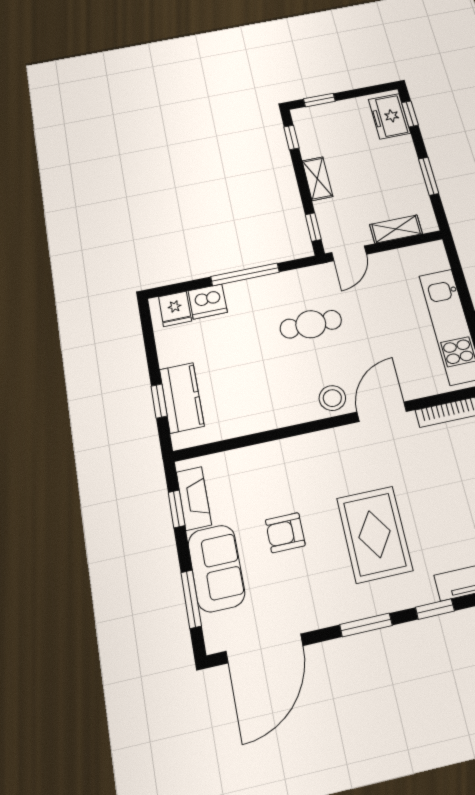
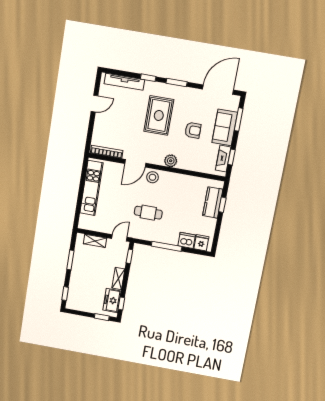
freezer: (389, 116) -> (112, 301), moved, turned 180
plant: (307, 447) -> (171, 161), added

